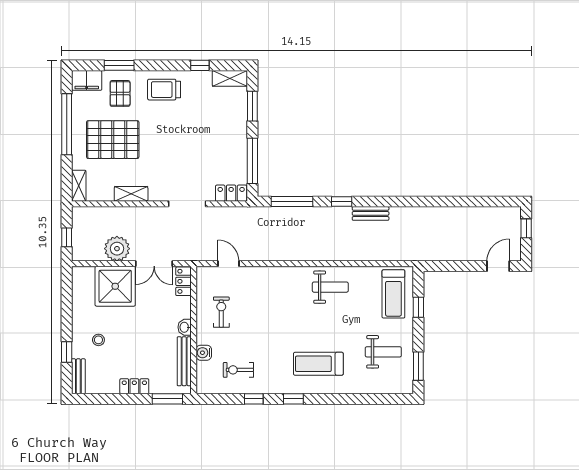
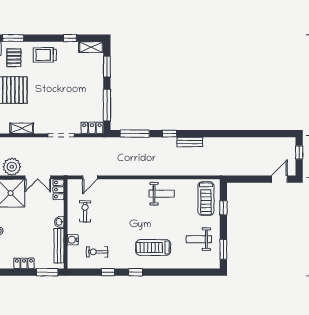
door: (228, 264) -> (90, 177), swing flipped
weight bench: (383, 352) -> (199, 239), turned 180

